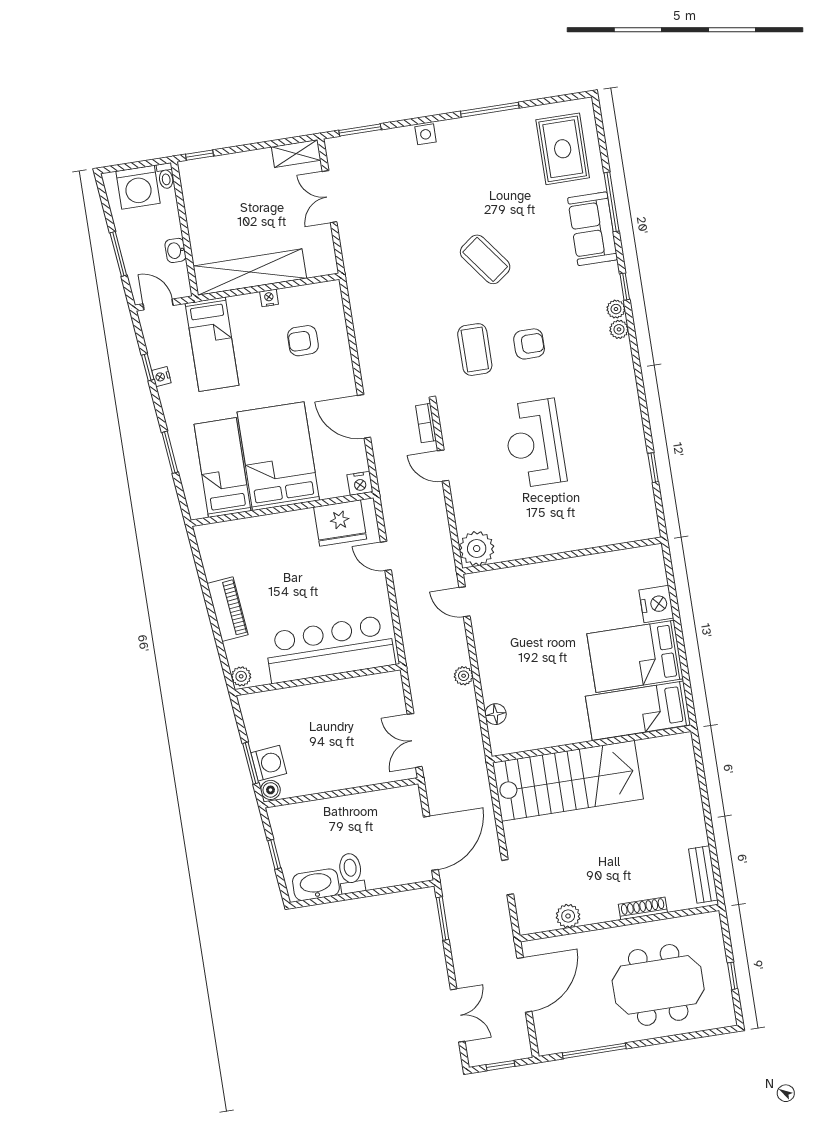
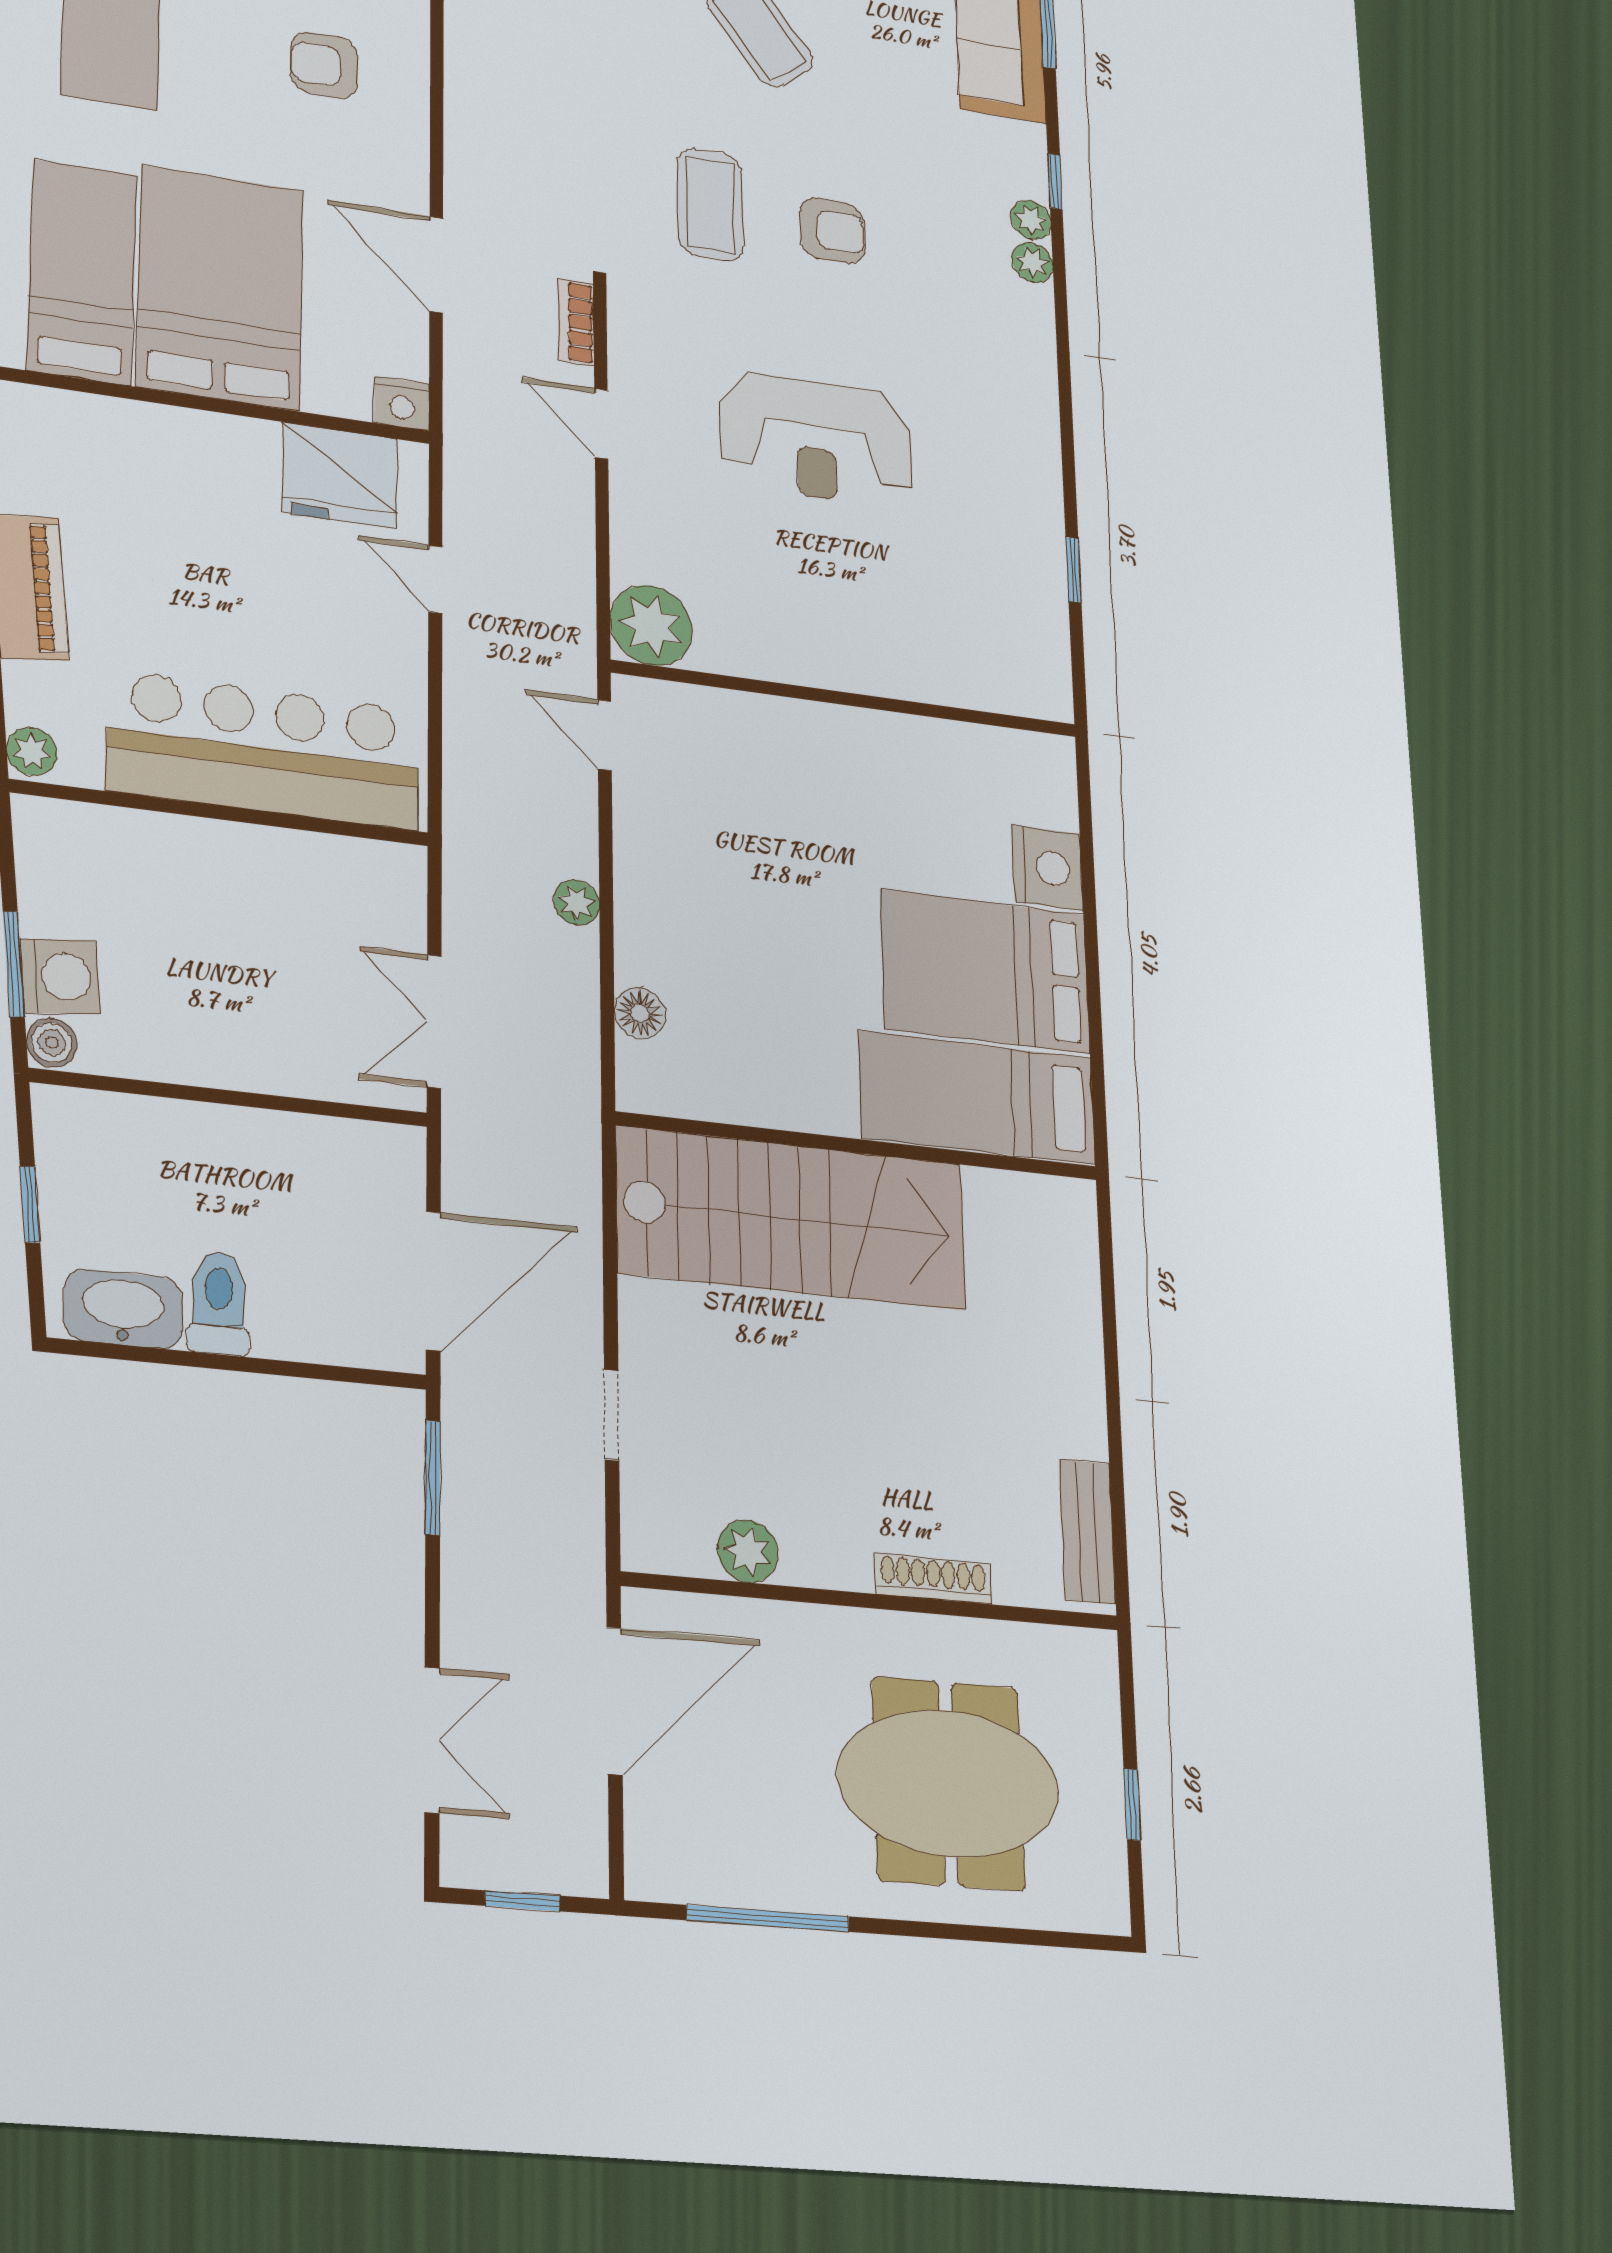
reception desk: (535, 443) -> (816, 440), turned -90

